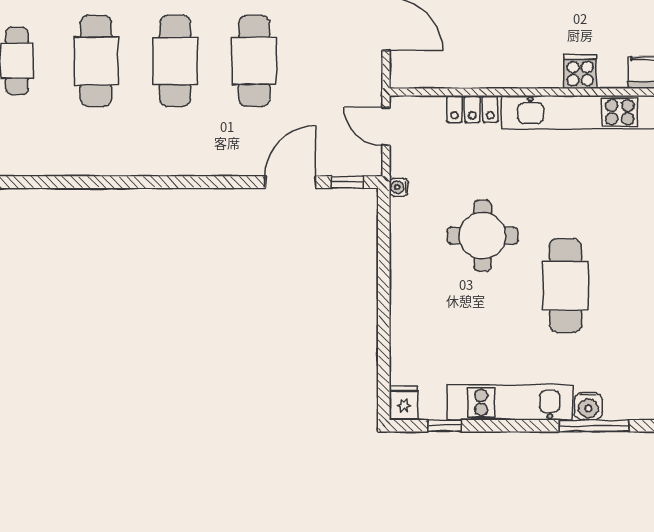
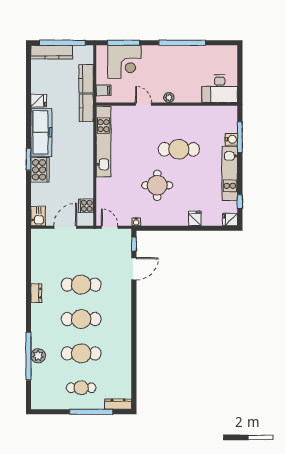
cooker: (580, 72) -> (86, 206), moved
locker: (472, 109) -> (102, 190), removed
door: (386, 126) -> (110, 227), swing flipped
door: (290, 182) -> (134, 269), swing flipped
fridge: (406, 322) -> (195, 218), added

